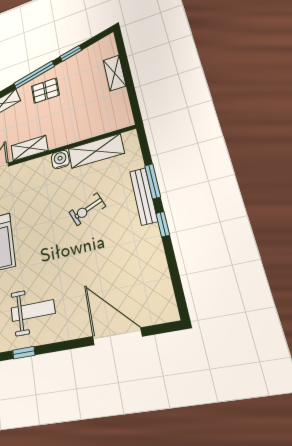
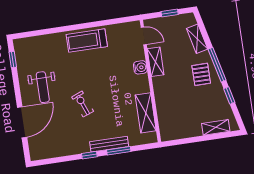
shelving: (115, 73) -> (216, 127), moved
water cooler: (60, 160) -> (140, 67), moved
exercise bike: (87, 209) -> (83, 104), moved
weight bench: (33, 311) -> (43, 87), moved

